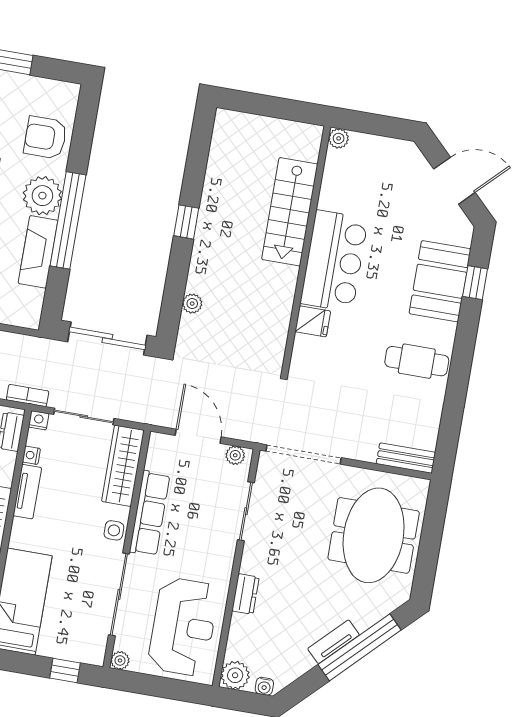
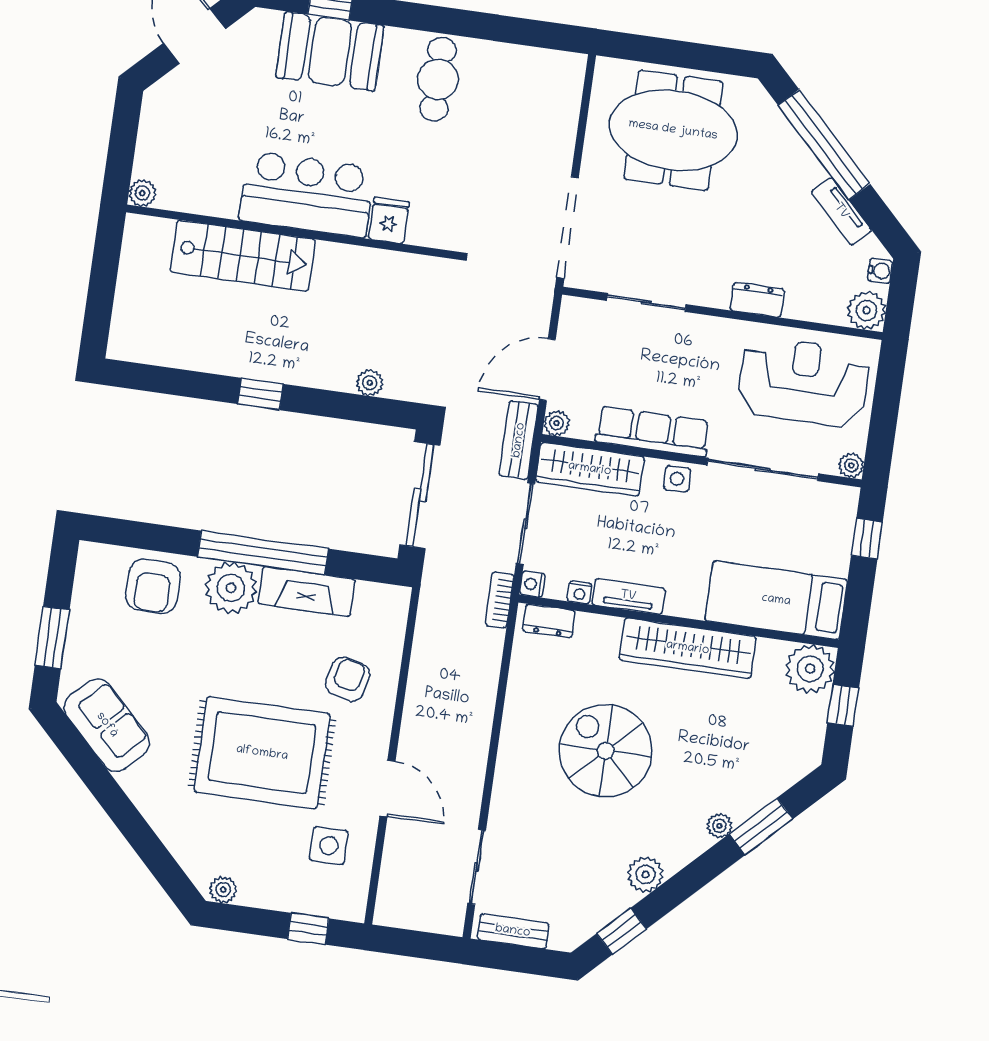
plant: (235, 455) -> (557, 423), moved
bench: (406, 458) -> (519, 440), moved
tv unit: (334, 642) -> (841, 211), moved

